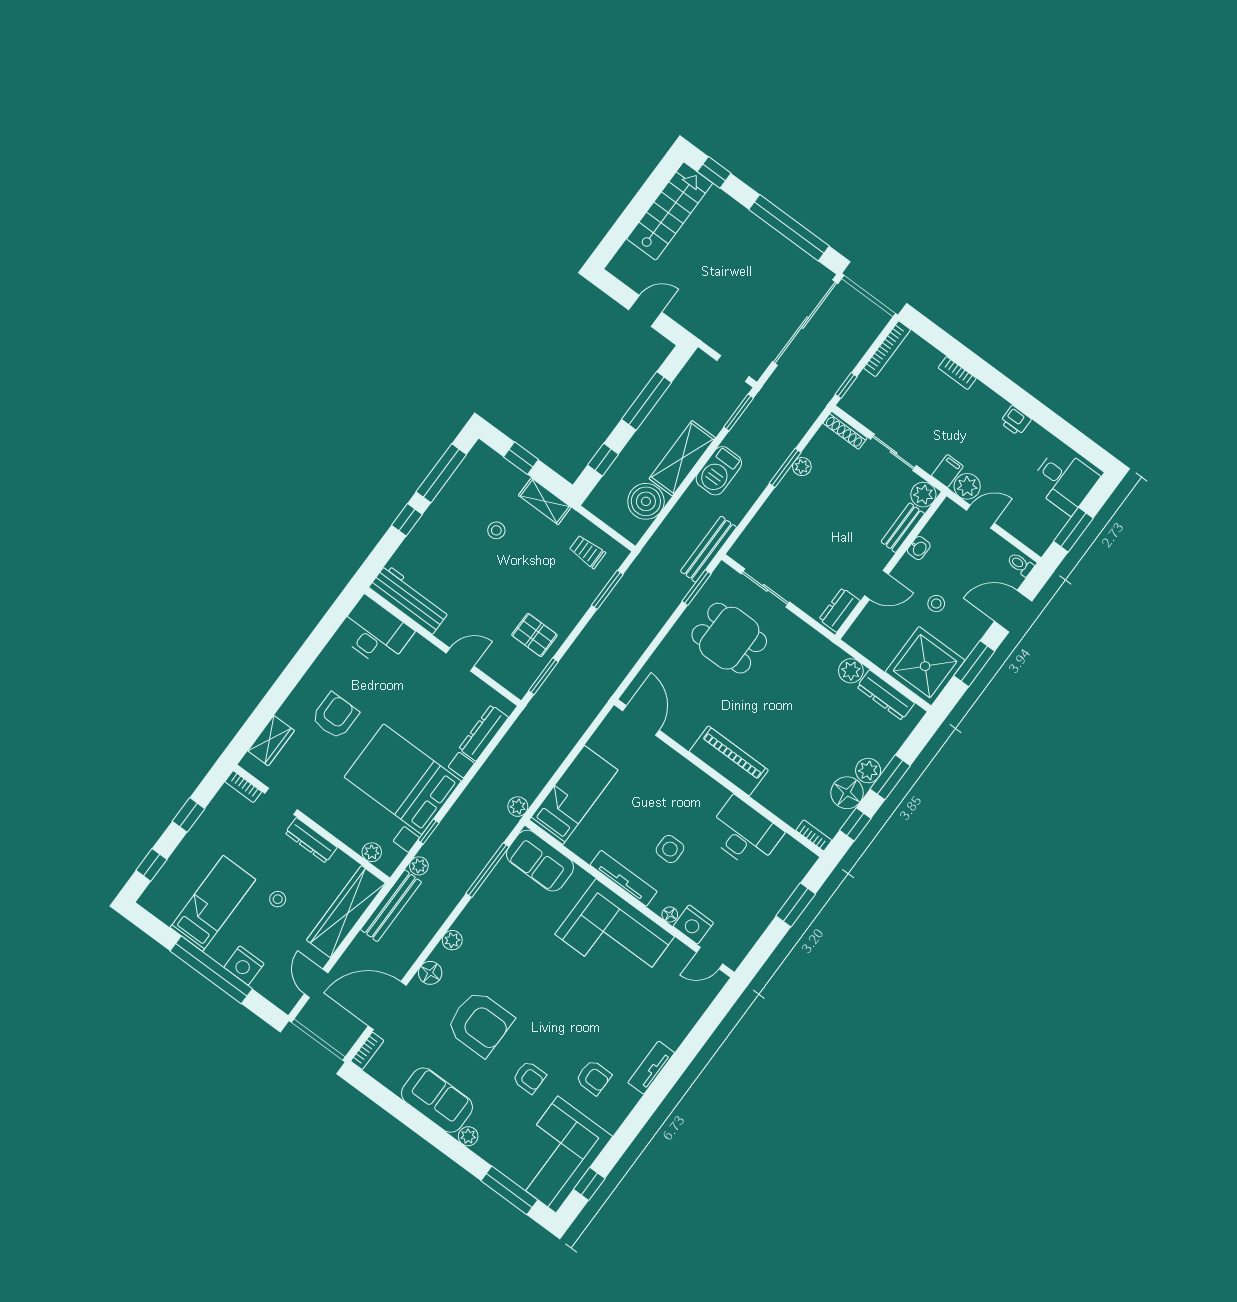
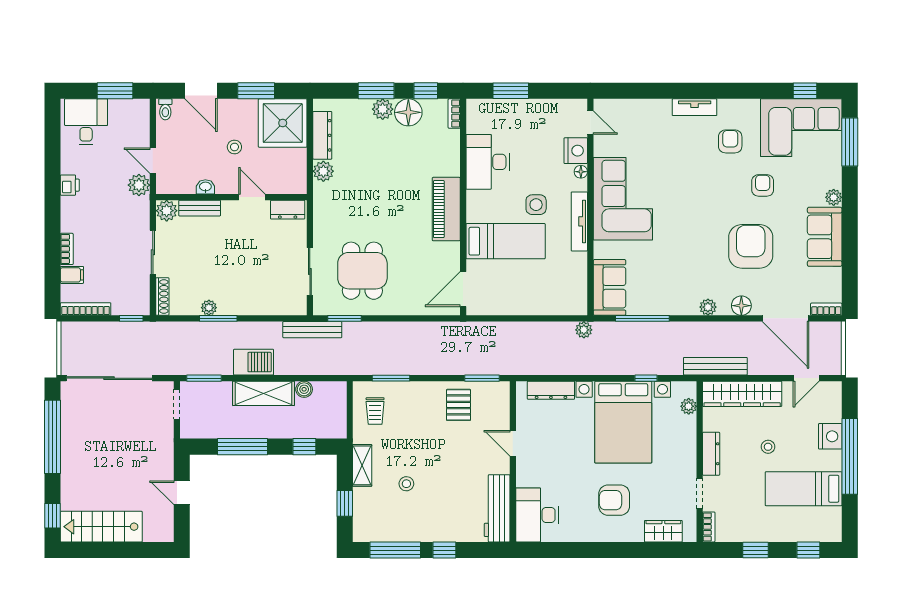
filing cabinet: (947, 471) -> (72, 275), moved, turned 180
boiler: (646, 501) -> (304, 389), width x0.54, depth x0.54
bed: (574, 795) -> (506, 241), moved, turned 180
plant: (419, 866) -> (674, 367), removed

